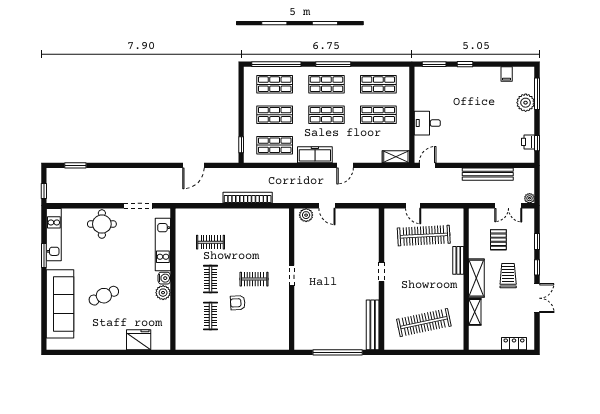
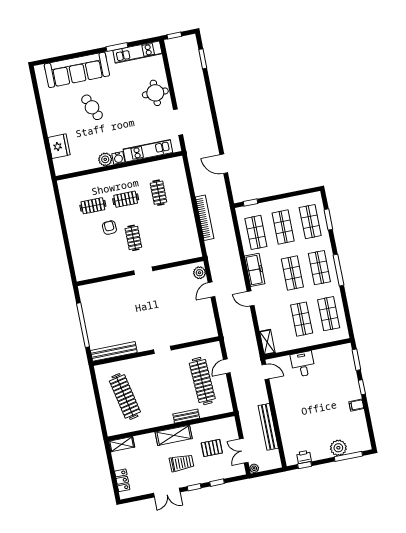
window: (276, 64) -> (328, 219), width x0.47
filing cabinet: (507, 74) -> (356, 405), moved
shelving: (475, 312) -> (122, 444), moved

